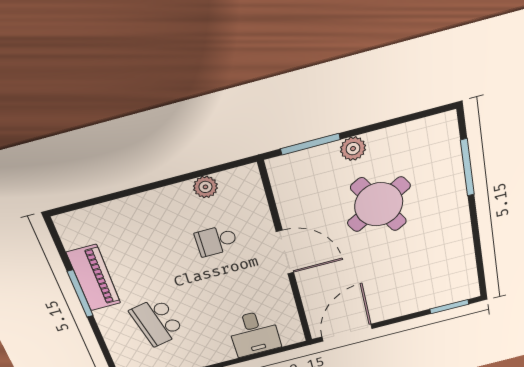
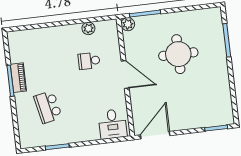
plant: (353, 149) -> (128, 24), moved
round table: (379, 204) -> (178, 54), turned 30
piano: (94, 278) -> (18, 78), width x0.73, depth x0.75
desk: (254, 333) -> (113, 124), moved

